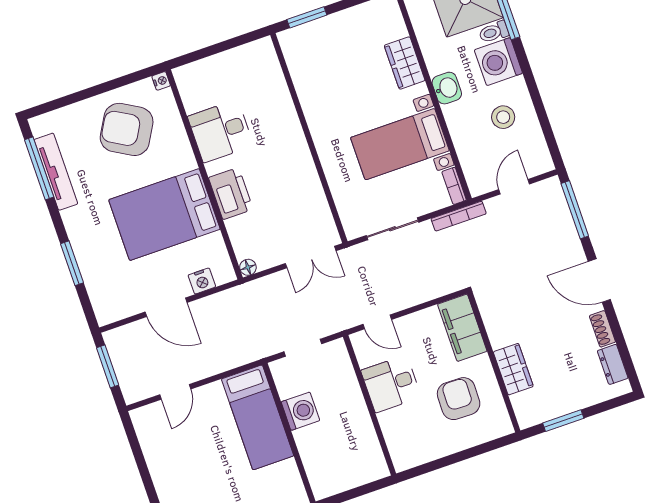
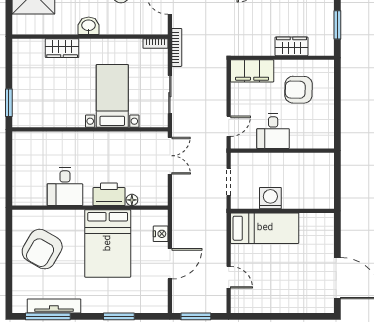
nightstand: (161, 81) -> (18, 215), removed
bed with nightstands: (400, 144) -> (112, 96), moved, turned 180
floor lamp: (248, 267) -> (132, 200), moved

